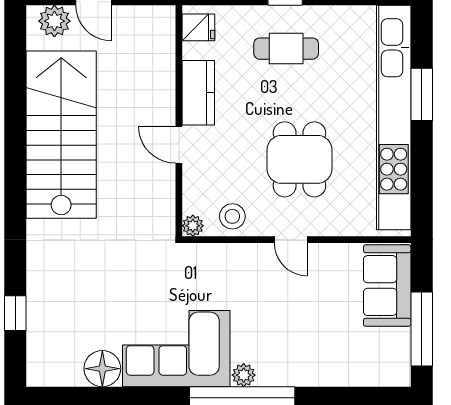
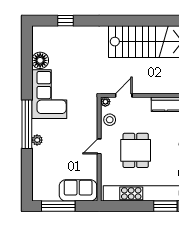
door: (179, 145) -> (124, 95), moved
dining table: (299, 159) -> (136, 150), turned 90
plant: (244, 375) -> (37, 140), moved

